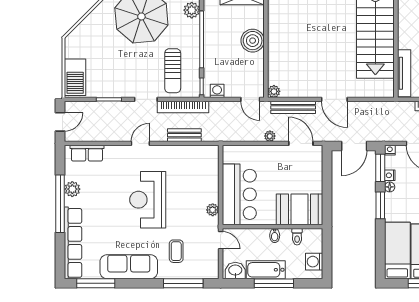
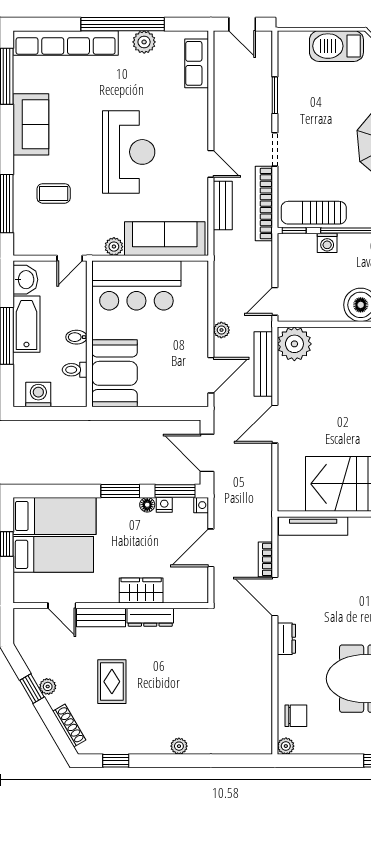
sun lounger: (173, 71) -> (314, 213), moved
barbecue: (75, 77) -> (336, 46), moved
washing machine: (217, 91) -> (327, 243), moved, turned 90
plant: (274, 91) -> (294, 344), width x1.88, depth x1.88
door: (140, 143) -> (211, 164), moved
sofa: (207, 175) -> (165, 239), added
reception desk: (148, 200) -> (129, 152), turned 90
sofa: (129, 267) -> (31, 124), width x0.73

